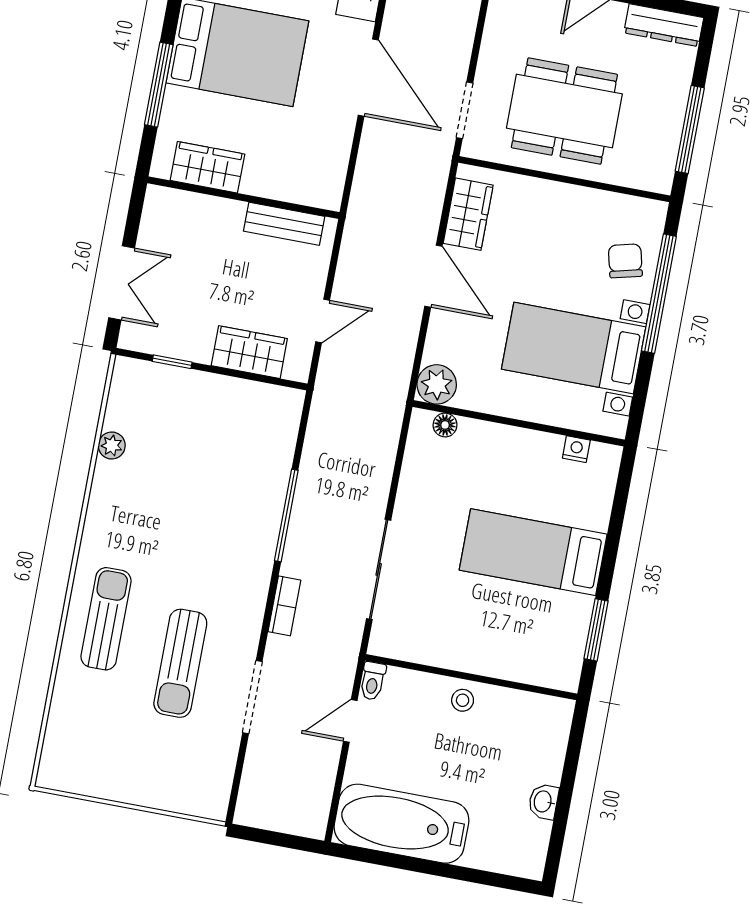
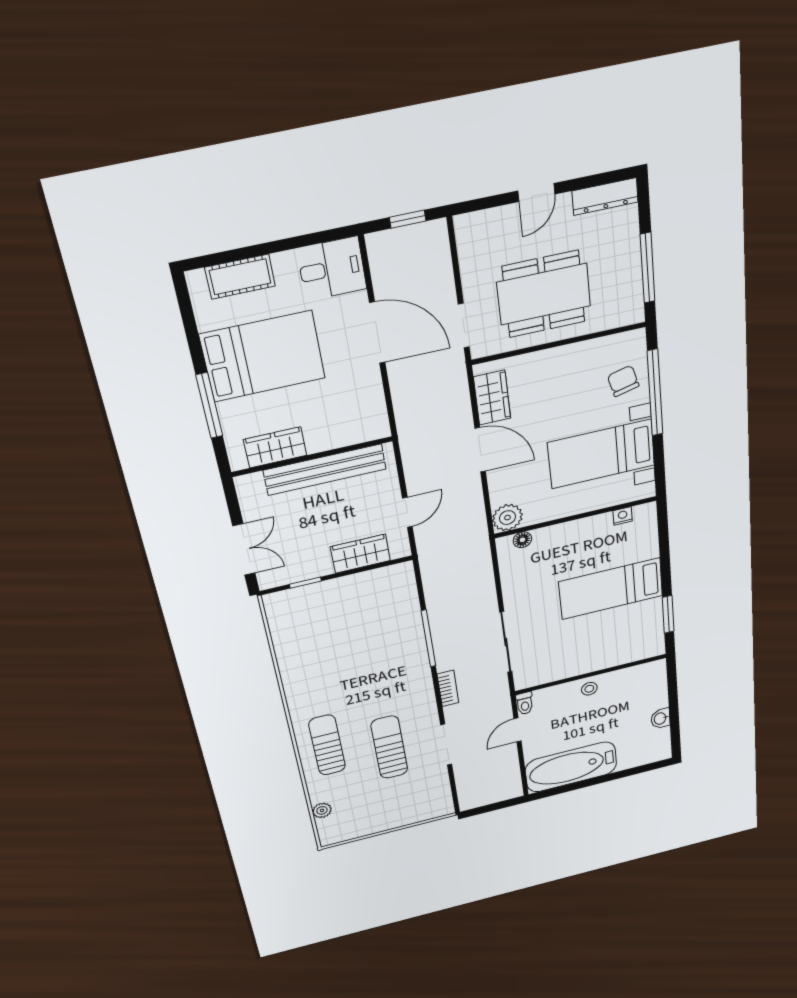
bench: (284, 224) -> (325, 470), width x1.86, depth x1.21
plant: (112, 445) -> (322, 810), moved
sun lounger: (180, 663) -> (389, 747), turned 180

